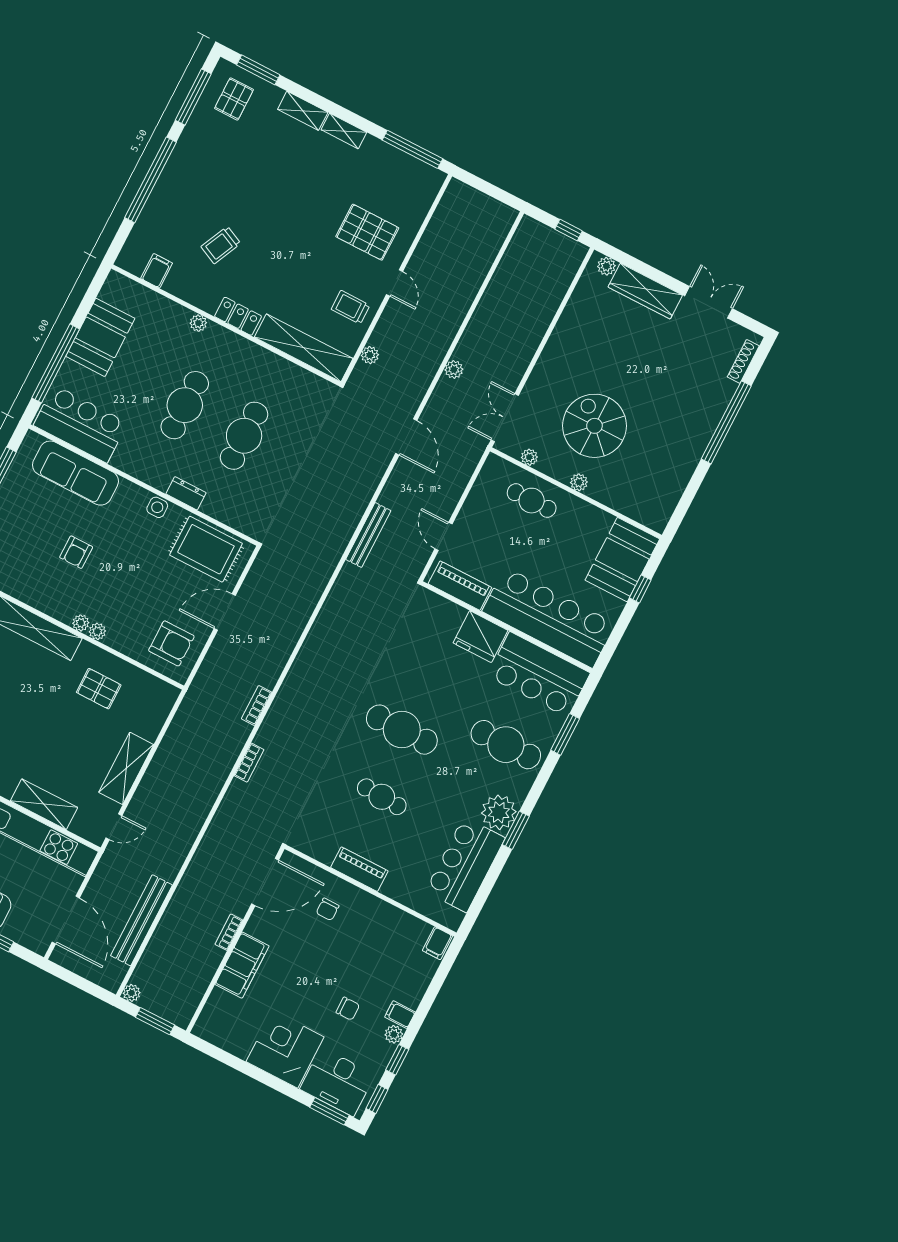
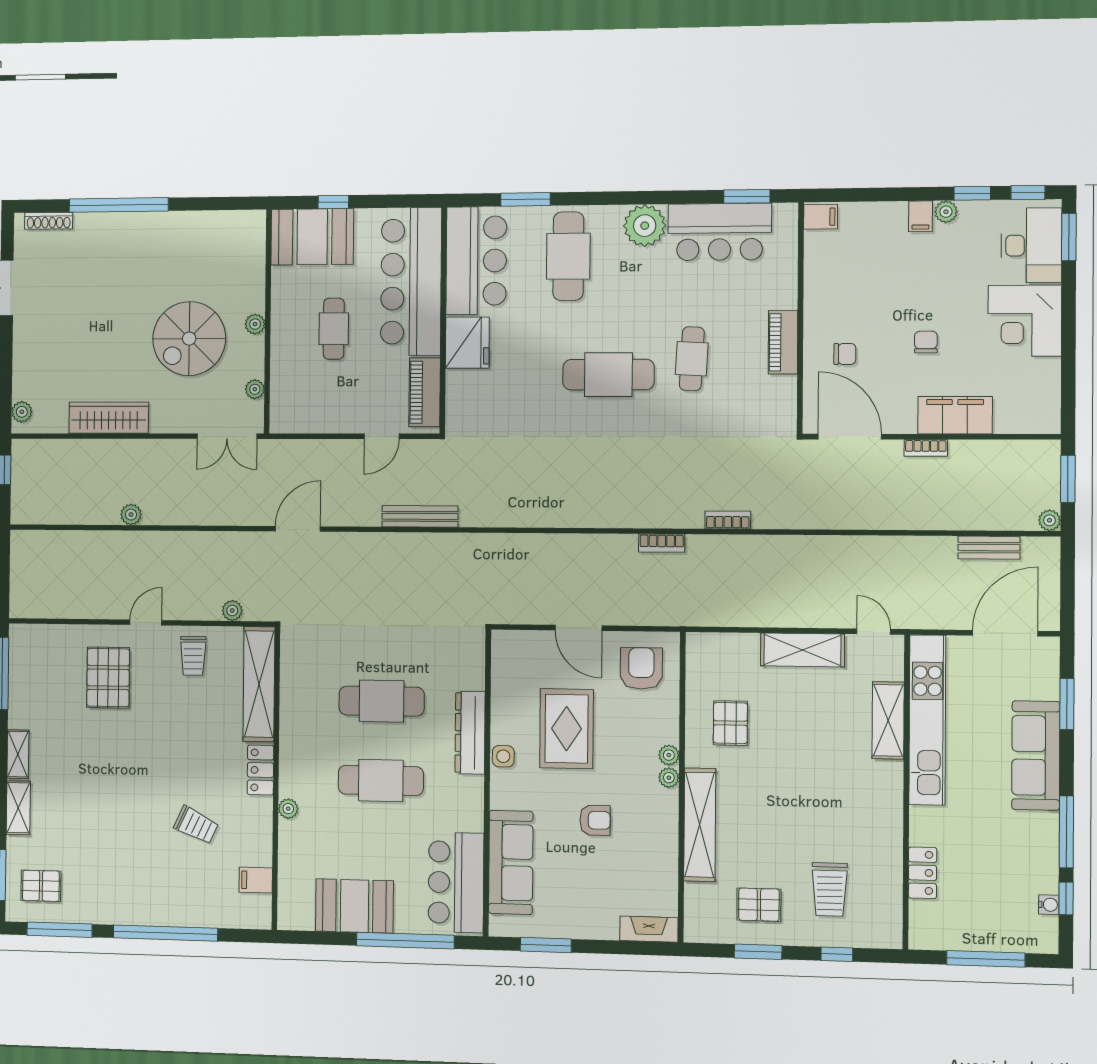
wardrobe: (645, 291) -> (109, 418), moved, turned -90
plant: (454, 370) -> (131, 515), moved
dresser: (186, 493) -> (470, 733), width x1.96, depth x1.24
cafe table: (532, 501) -> (334, 329), moved
rug: (206, 549) -> (567, 729), moved
cafe table: (402, 730) -> (608, 375), turned 90
window: (516, 830) -> (747, 196), moved
bench: (141, 920) -> (989, 548), width x0.54, depth x0.82
chair: (348, 1009) -> (926, 342), moved

